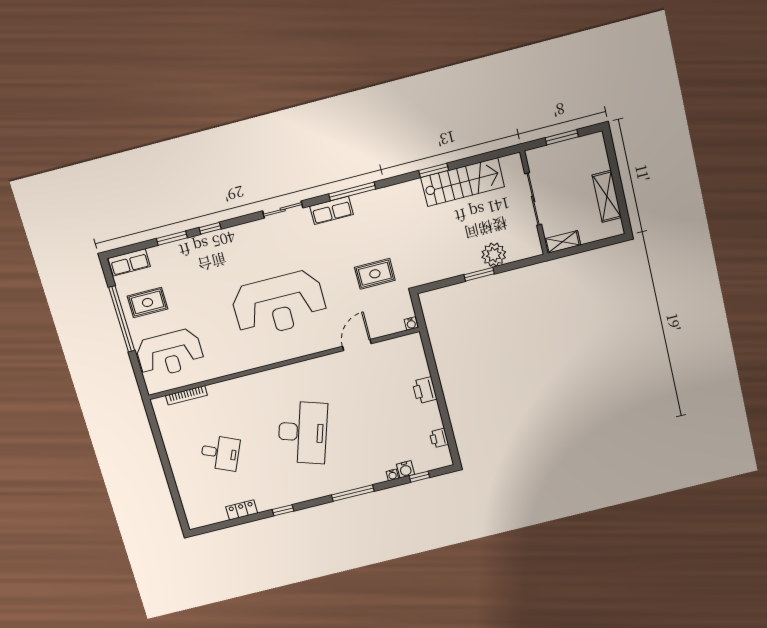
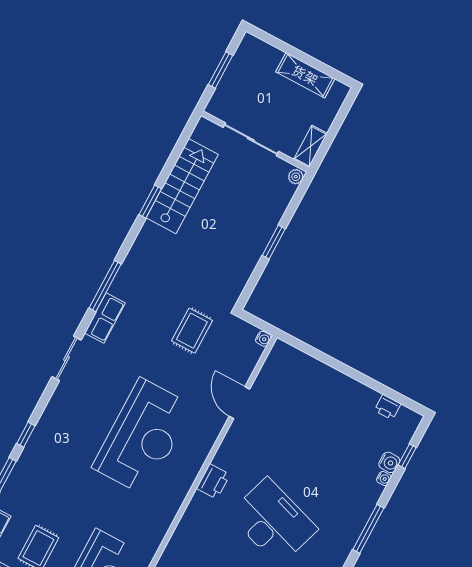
plant: (494, 255) -> (296, 177), moved, width x0.53, depth x0.53
printer: (425, 390) -> (213, 481), moved, turned -90

